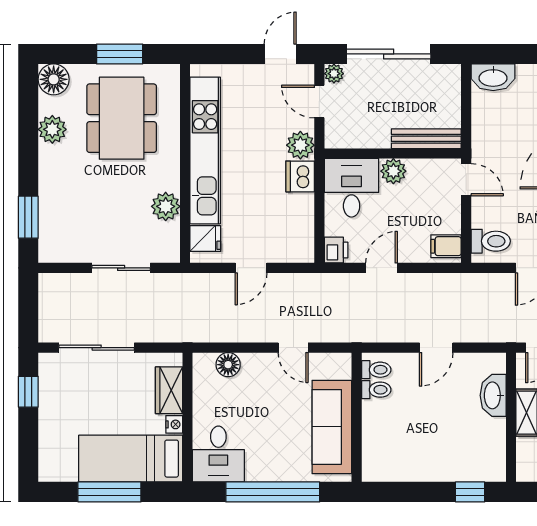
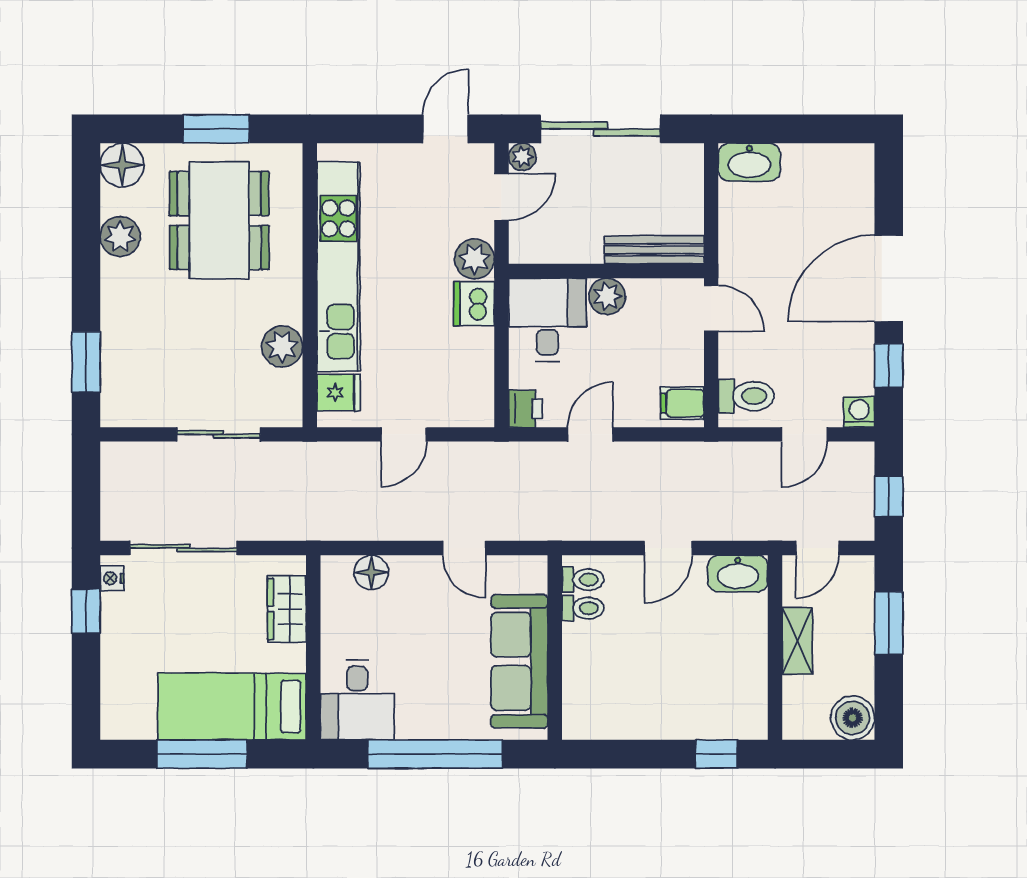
door: (319, 102) -> (502, 197), swing flipped
washbasin: (493, 395) -> (738, 574), moved, turned -90
nightstand: (174, 424) -> (112, 578), moved, turned 180

